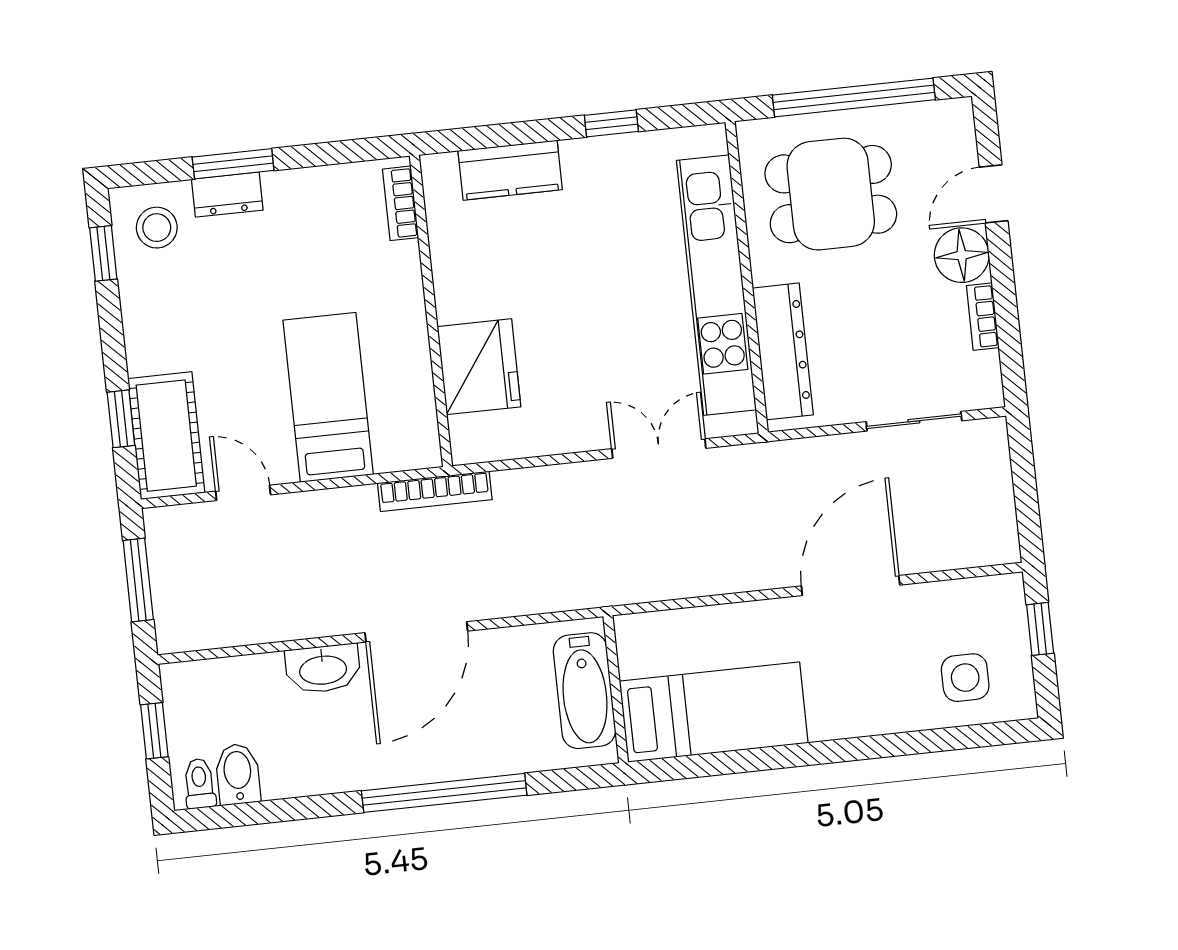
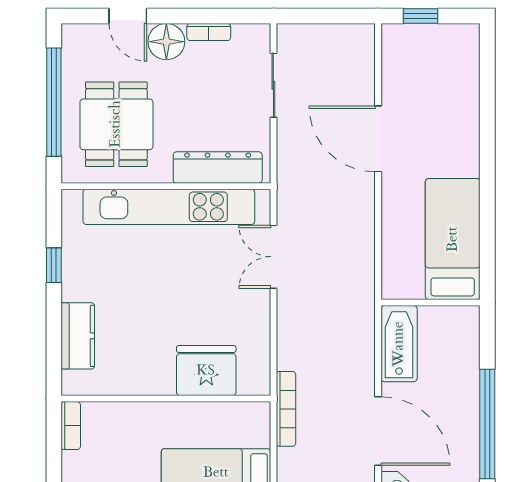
bookcase: (401, 203) -> (71, 426), moved, turned -90
side table: (965, 678) -> (448, 69), removed
bathtub: (584, 691) -> (399, 344), moved, turned -90

